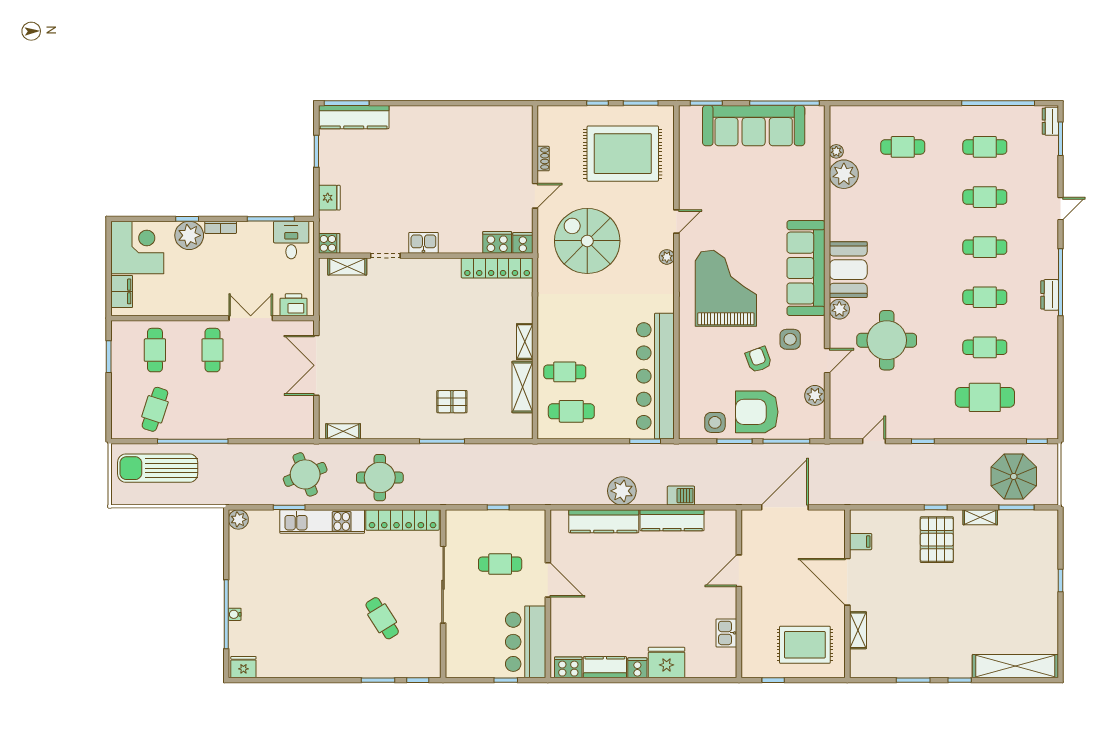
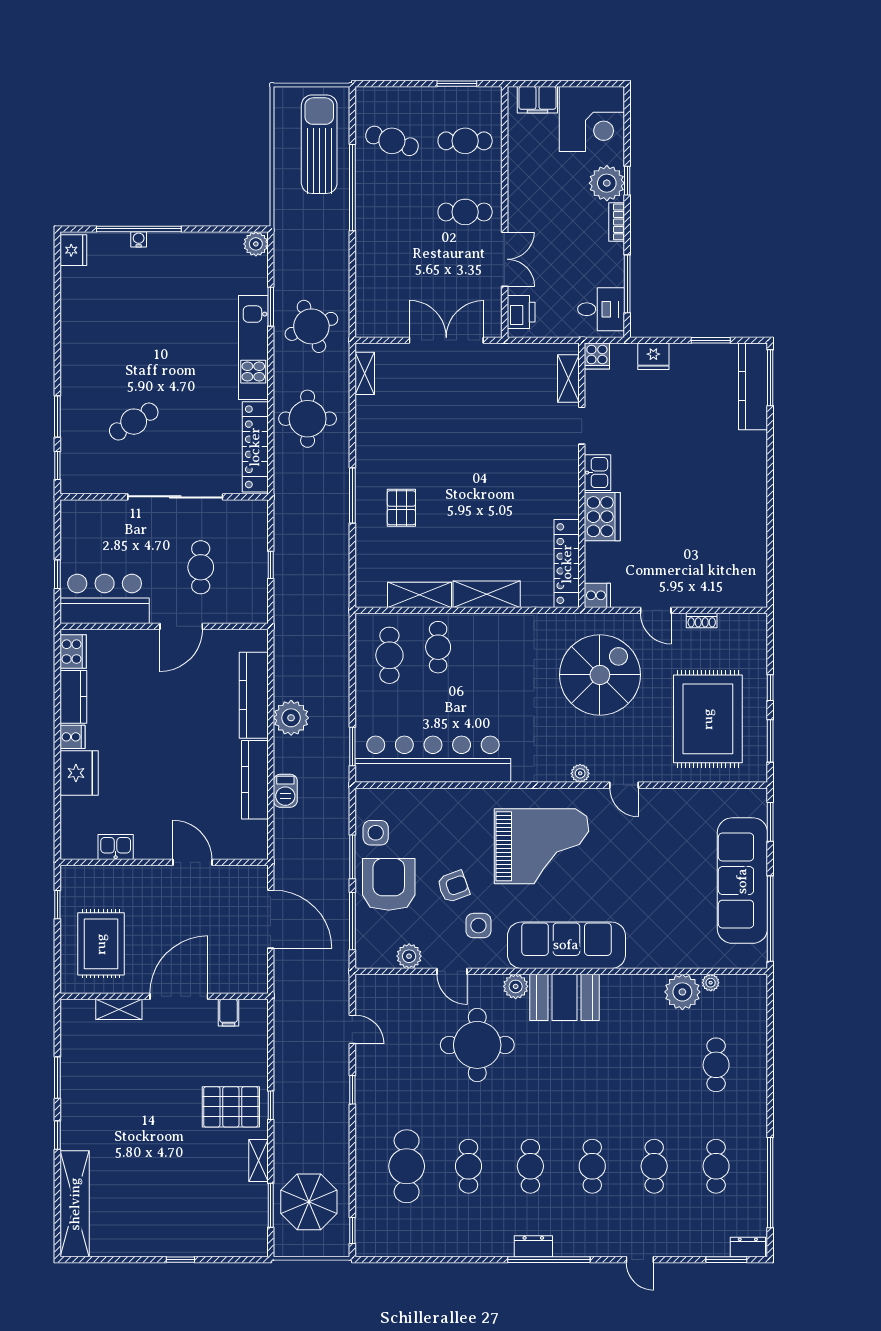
cooker: (497, 242) -> (602, 517), moved, width x1.37, depth x1.31
shelving: (525, 342) -> (487, 594), width x1.50, depth x1.33

